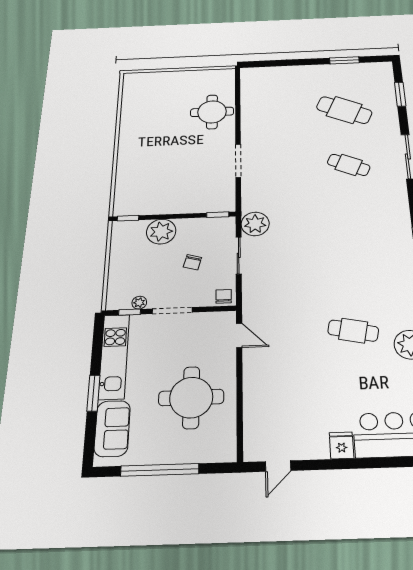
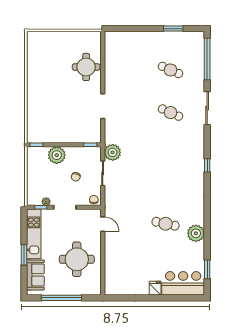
window: (400, 94) -> (207, 59), width x2.11
cafe table: (344, 110) -> (171, 70), width x0.73, depth x0.74
door: (278, 466) -> (122, 298), removed

